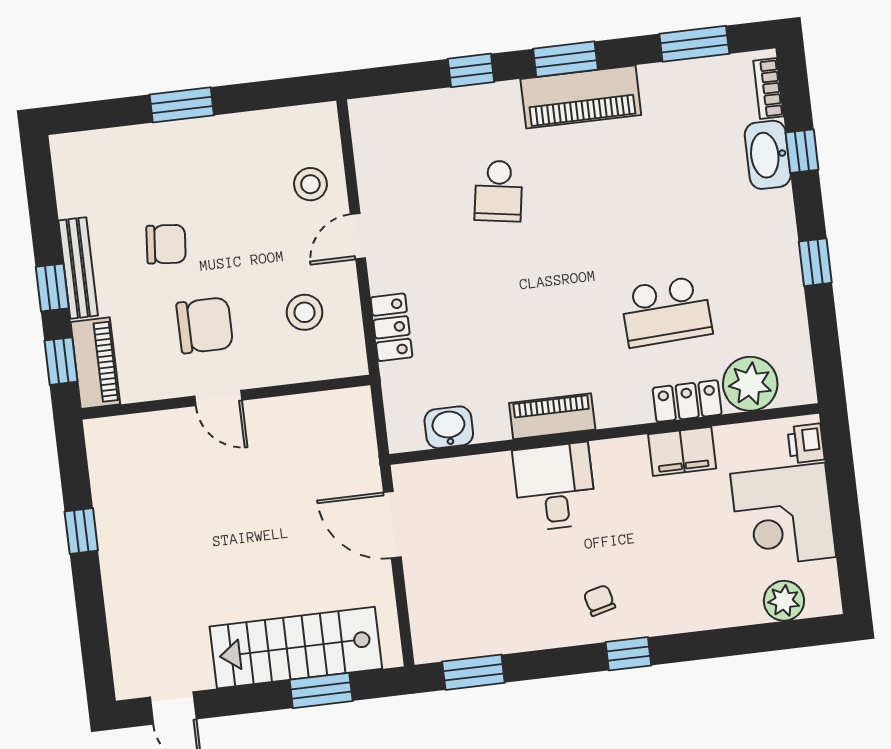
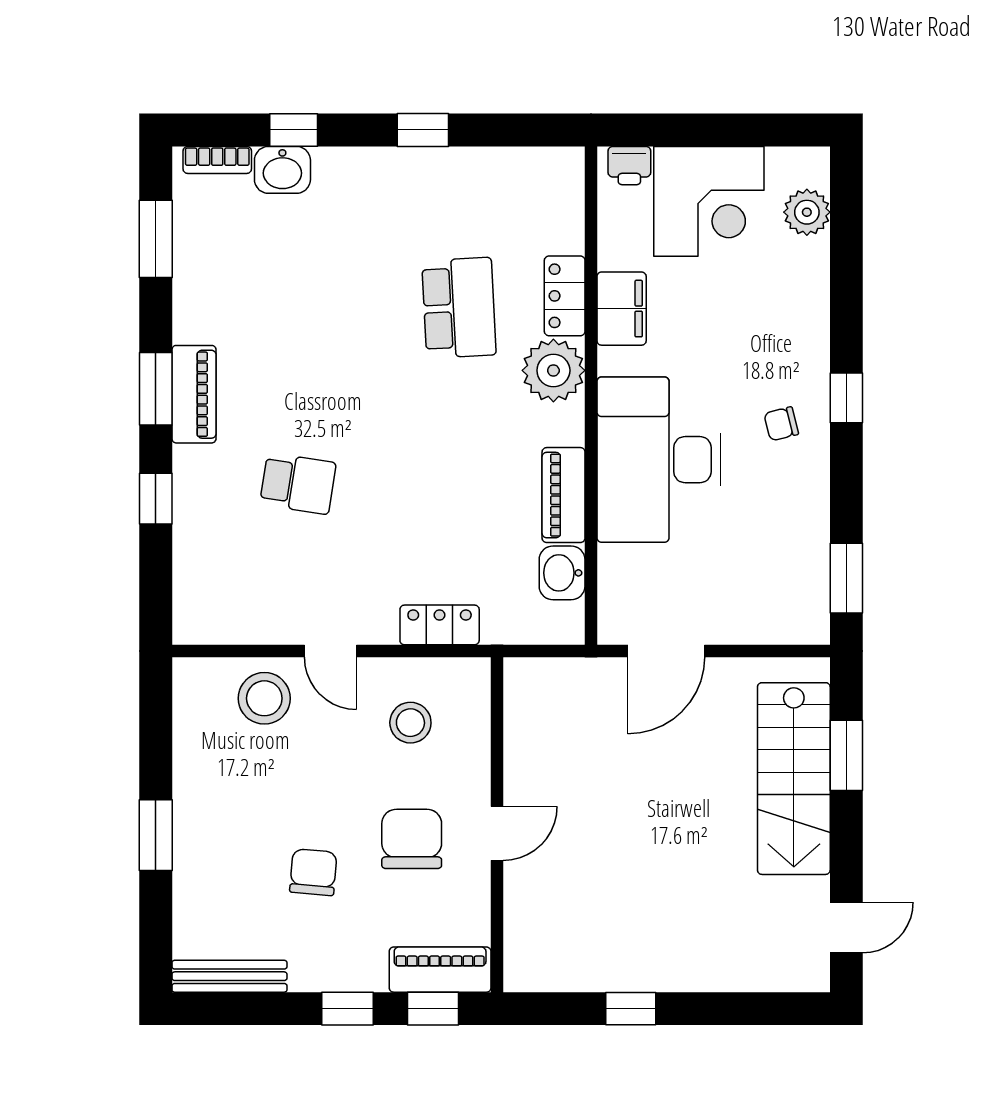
piano: (581, 97) -> (194, 394), width x0.73, depth x0.75
washbasin: (768, 155) -> (282, 170), width x0.72
stool: (310, 184) -> (264, 698), width x1.38, depth x1.38
bench: (78, 268) -> (229, 976), moved
plant: (750, 384) -> (553, 370), moved
piano: (552, 416) -> (564, 495), moved
desk: (555, 487) -> (659, 460), width x1.87, depth x1.30

